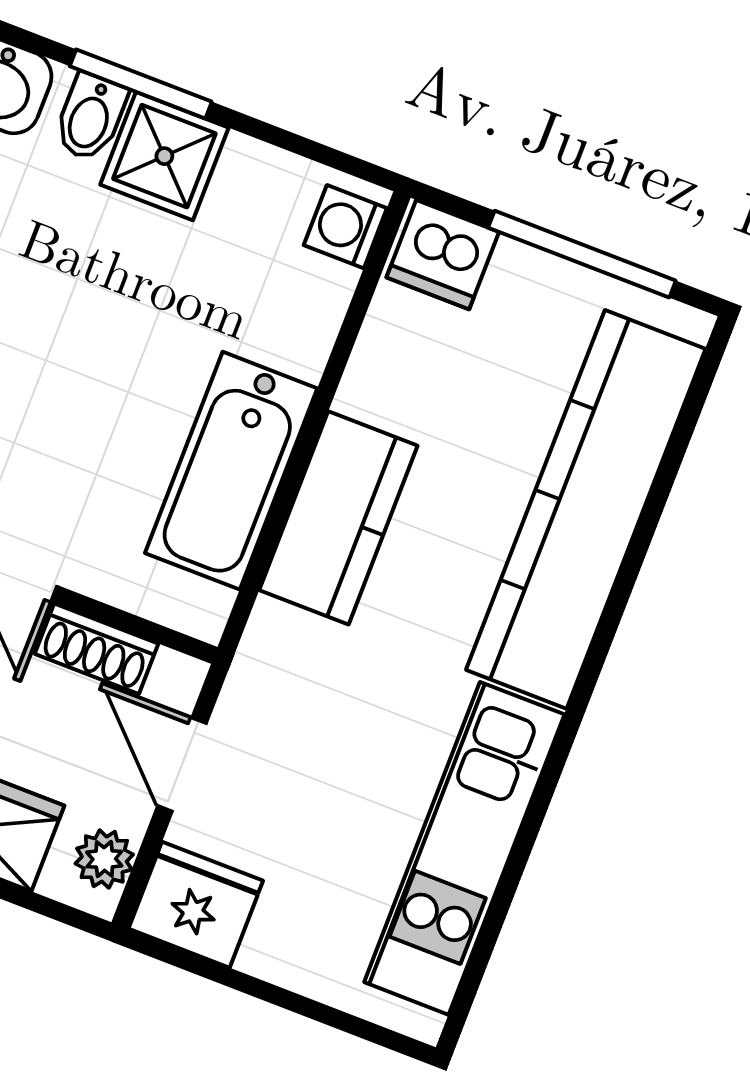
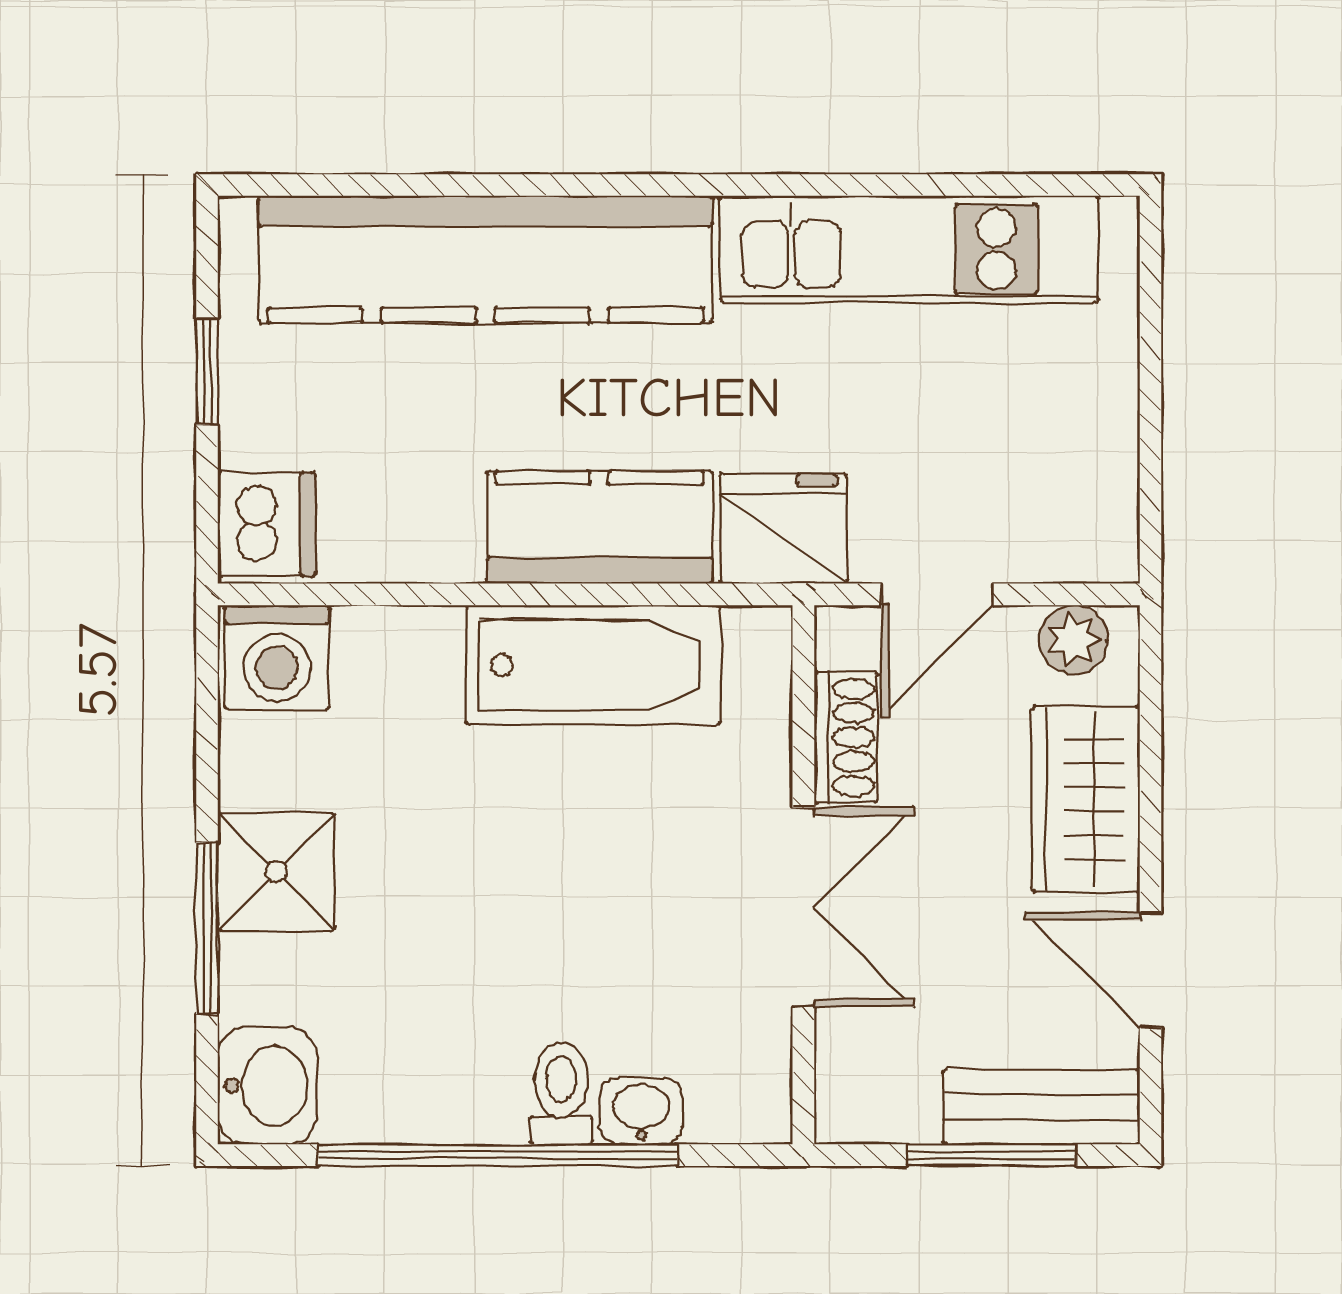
bidet: (90, 117) -> (265, 969), removed
washing machine: (345, 227) -> (277, 657), width x1.38, depth x1.38
window: (582, 254) -> (207, 372), width x0.46
fridge: (196, 905) -> (784, 529), moved, turned 90

